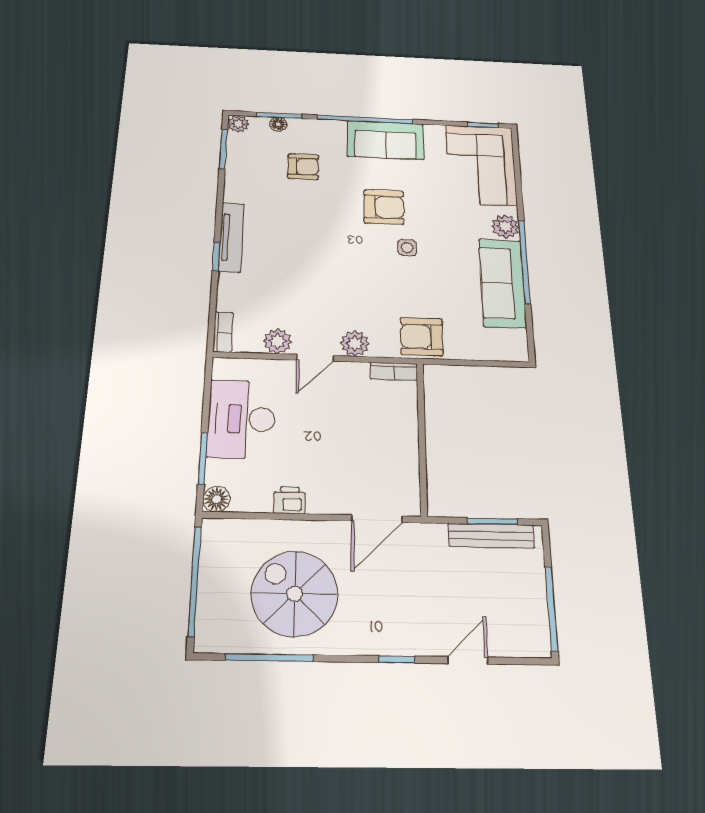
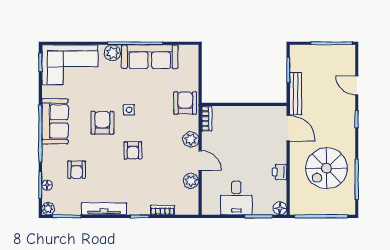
armchair: (303, 166) -> (77, 170), turned 180
tv unit: (231, 237) -> (104, 209), moved
armchair: (335, 251) -> (133, 150), added
bookcase: (223, 332) -> (163, 210), moved
armchair: (422, 337) -> (185, 103), turned 180
desk: (242, 419) -> (236, 198), width x0.73
bench: (491, 536) -> (296, 94), moved

